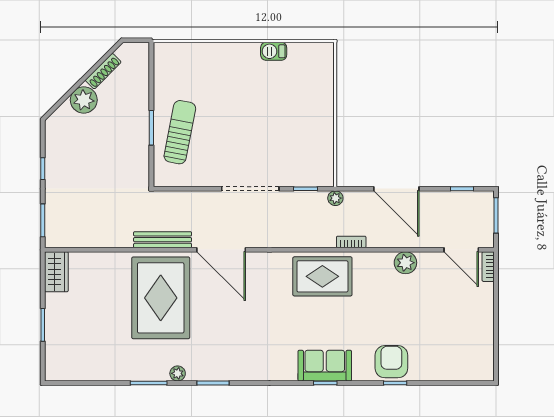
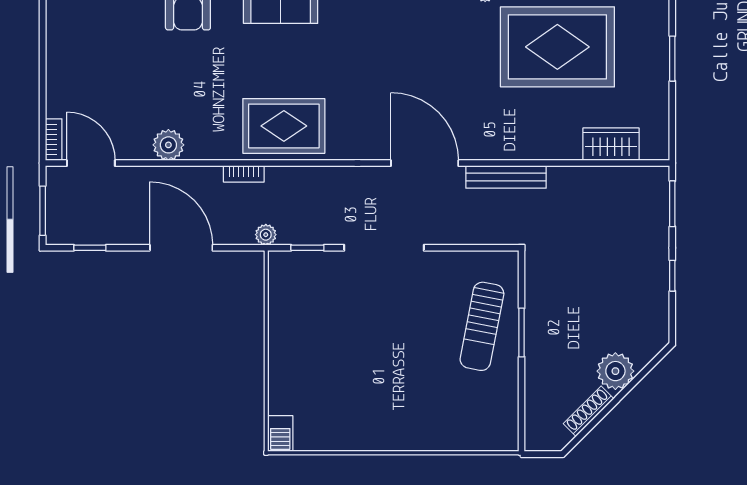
barbecue: (274, 51) -> (280, 434), moved, turned 90
wardrobe: (56, 272) -> (611, 144), moved, turned 90
rug: (161, 298) -> (557, 47), moved, turned 90

